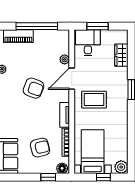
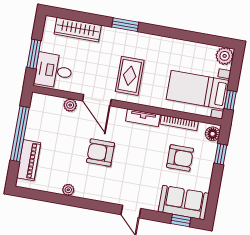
wardrobe: (121, 55) -> (78, 30), width x1.50
armchair: (33, 88) -> (101, 153), turned -111
armchair: (40, 148) -> (180, 158), turned 104
window: (103, 177) -> (230, 100), moved

